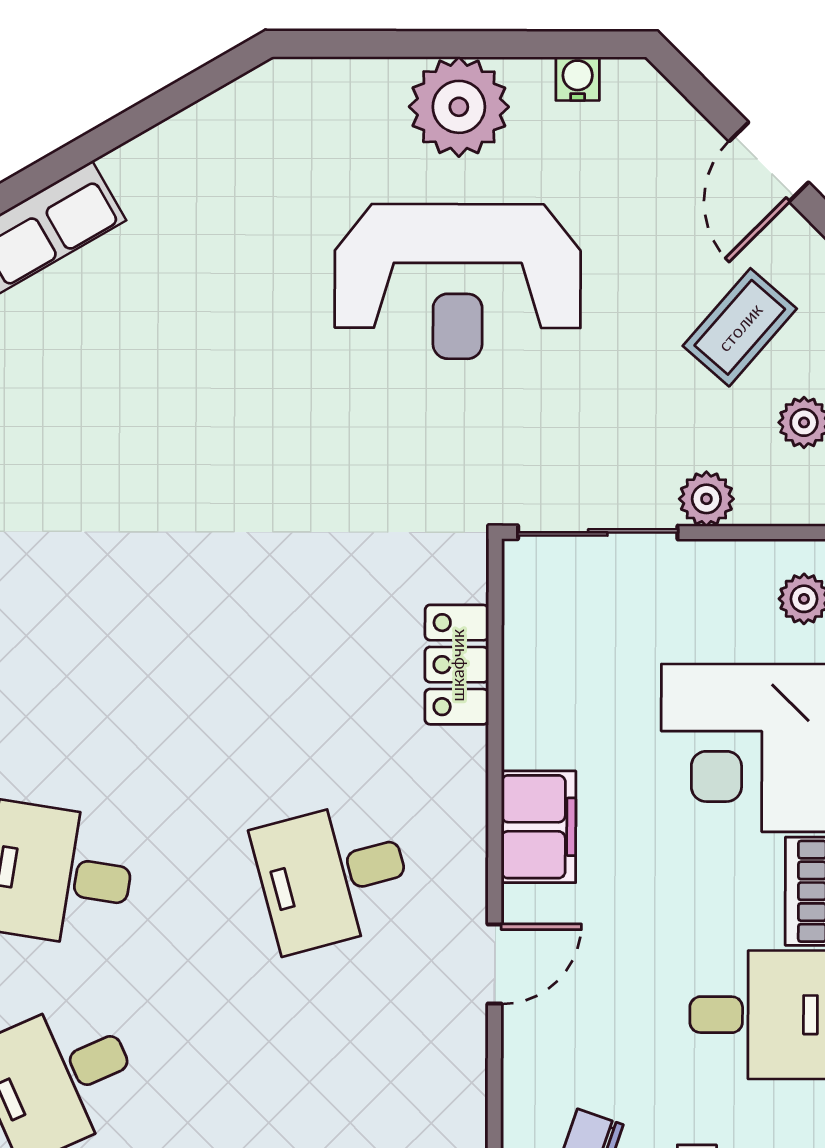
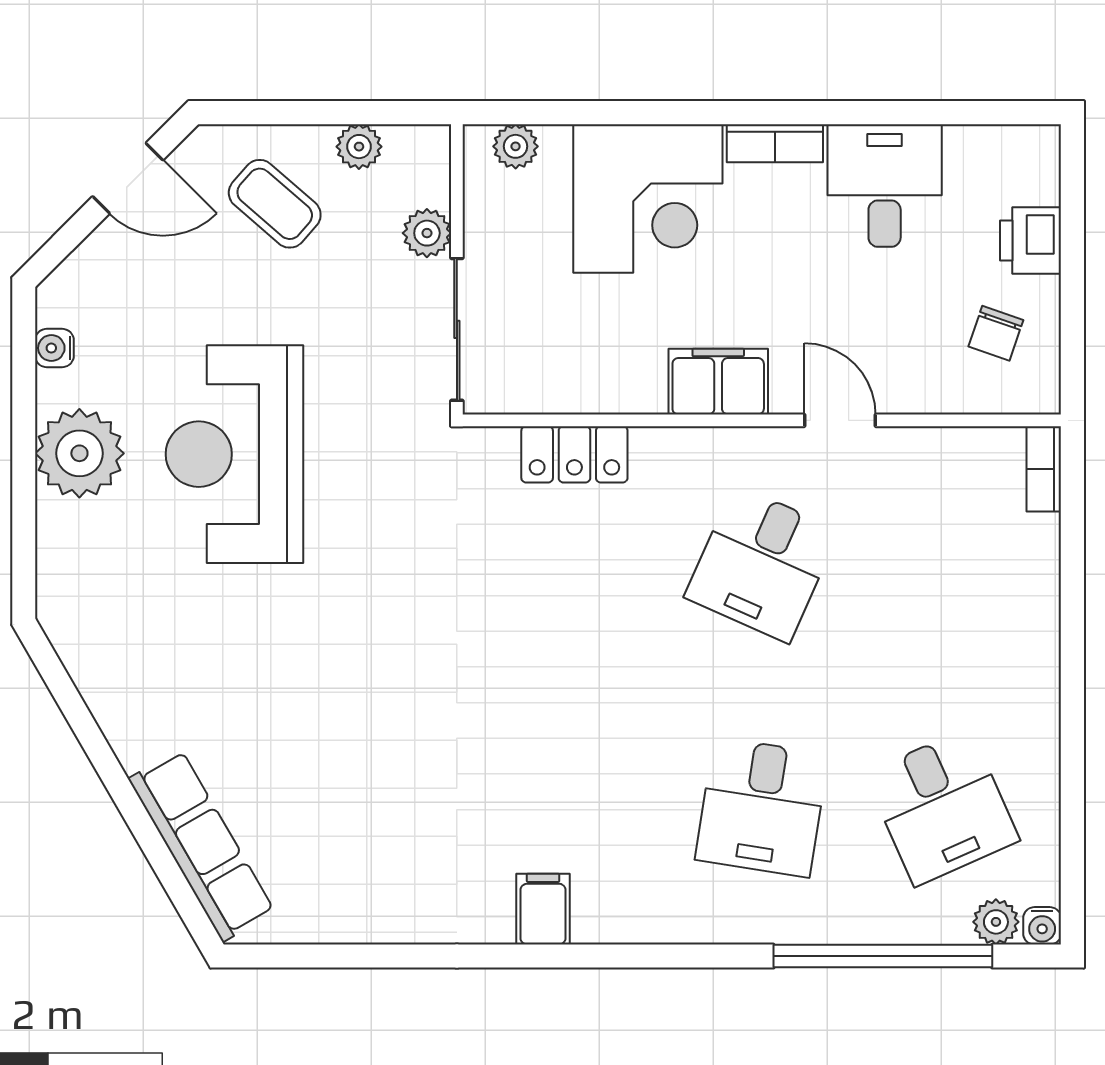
reception desk: (458, 281) -> (234, 454), turned 180
desk: (333, 876) -> (762, 564), turned 39

